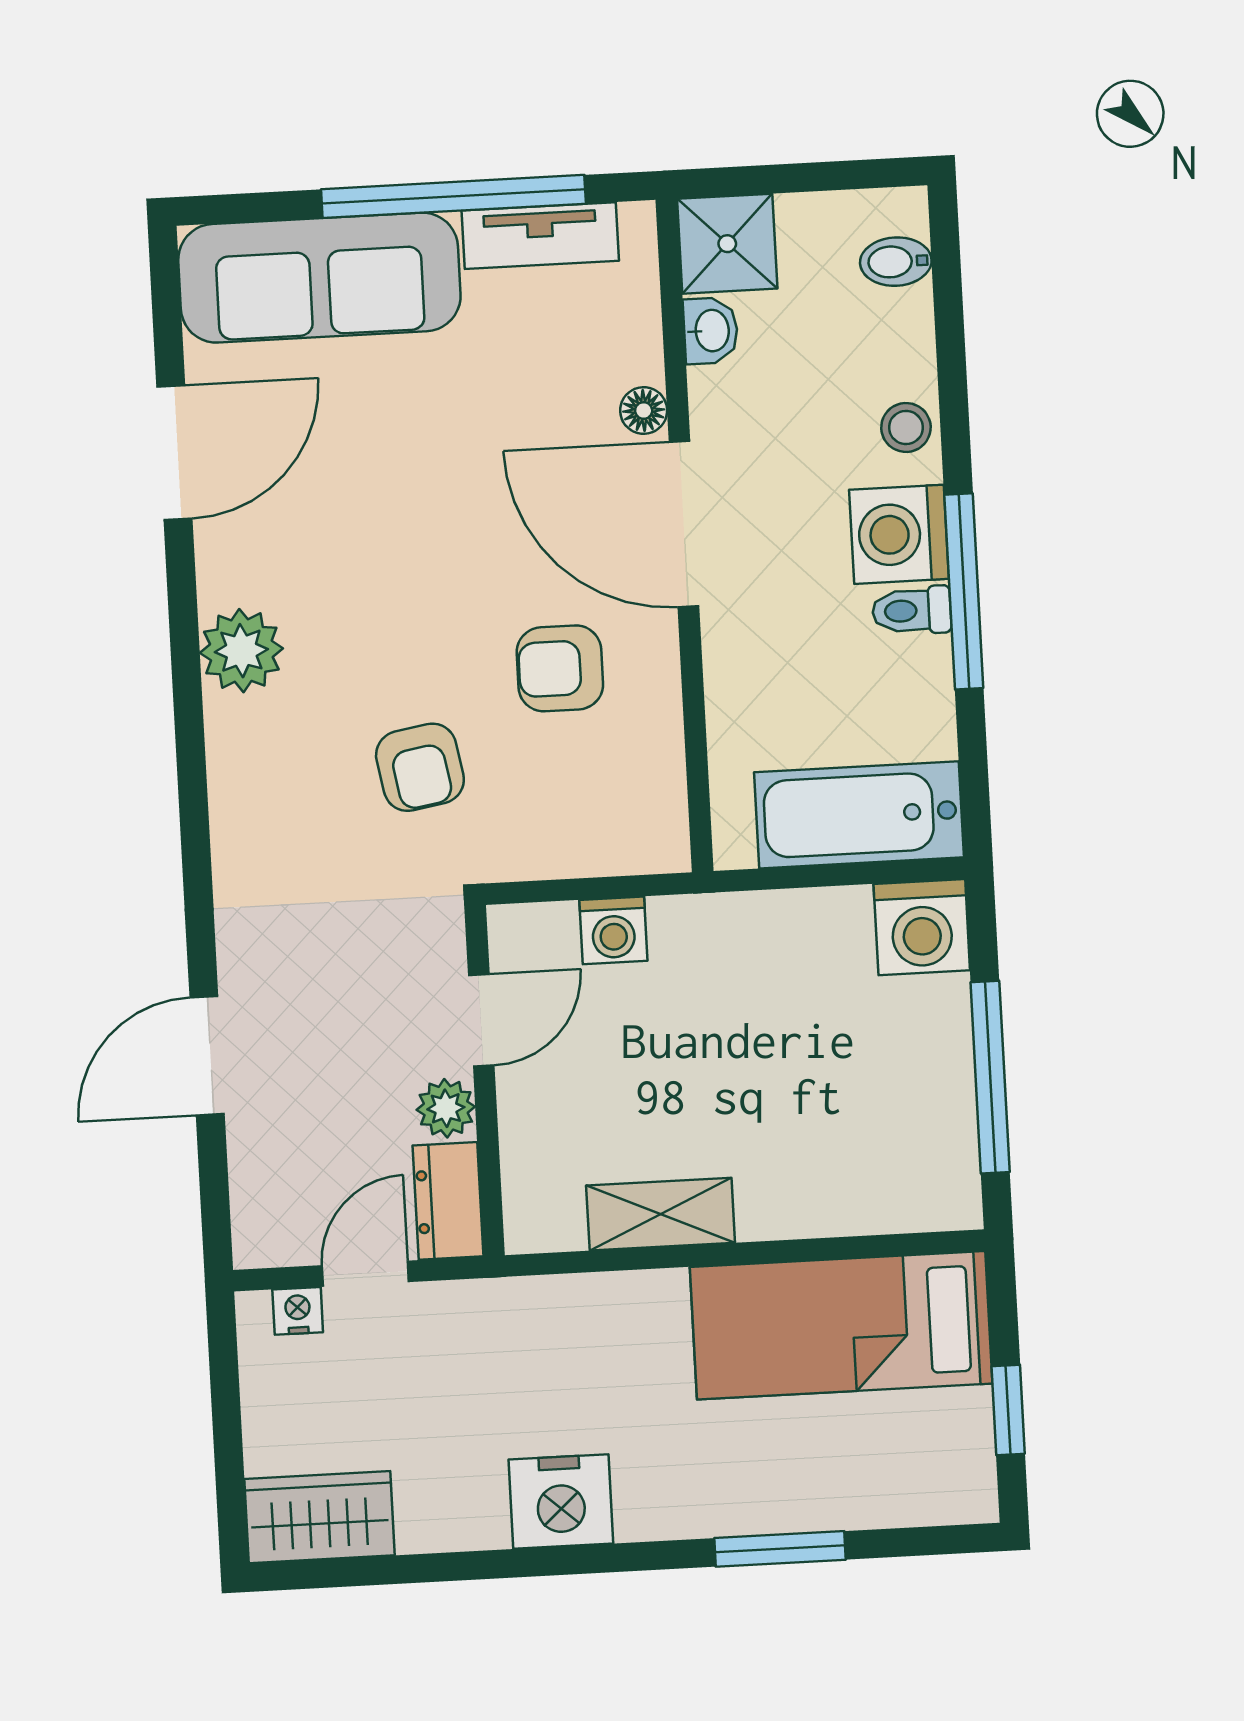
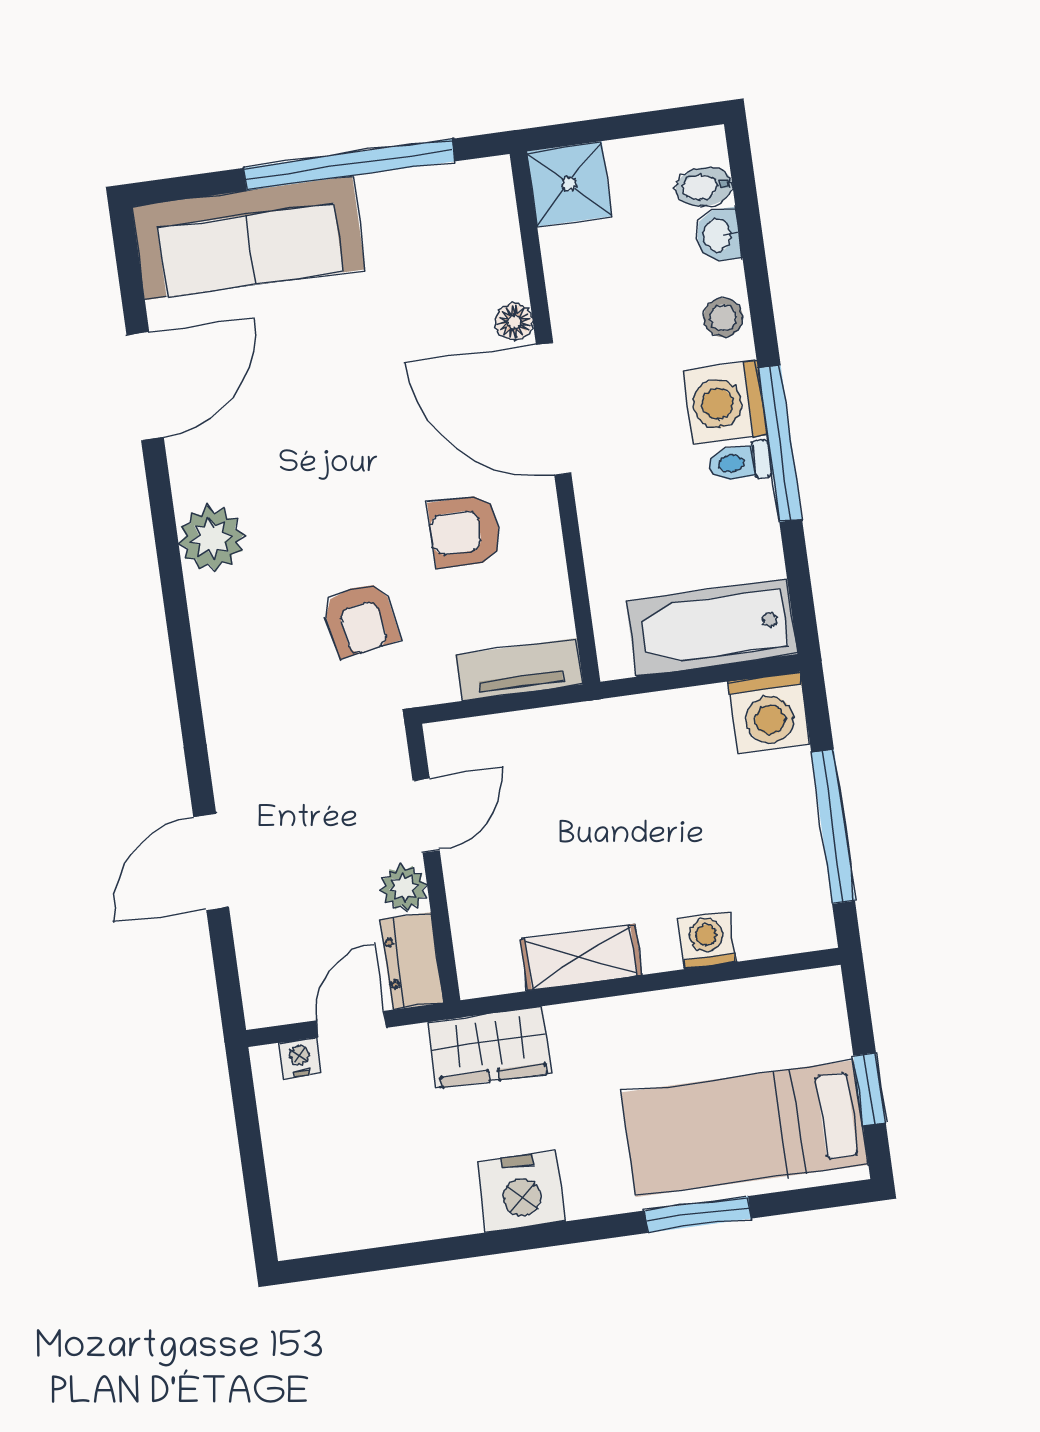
tv unit: (540, 236) -> (519, 669), moved, turned 180
washbasin: (711, 331) -> (718, 235), moved, turned 180
washing machine: (613, 930) -> (707, 940), moved, turned 180
bed: (841, 1325) -> (745, 1129), moved
wardrobe: (319, 1517) -> (490, 1047), moved, turned 180

